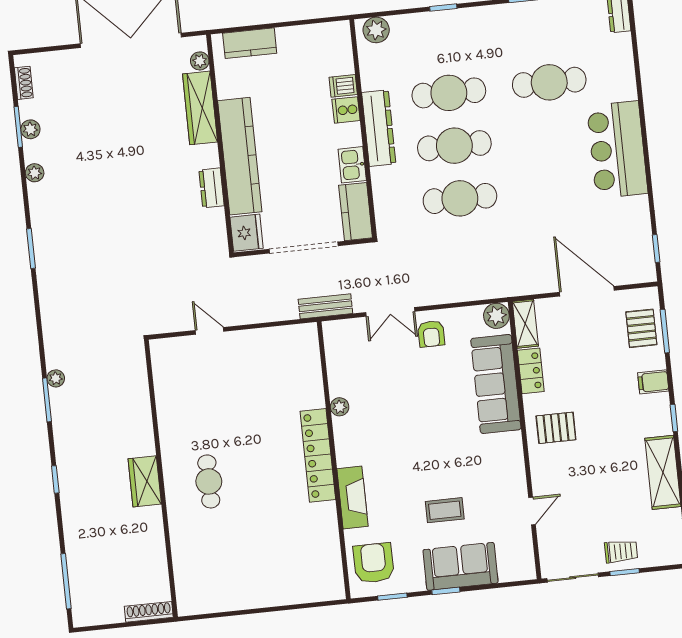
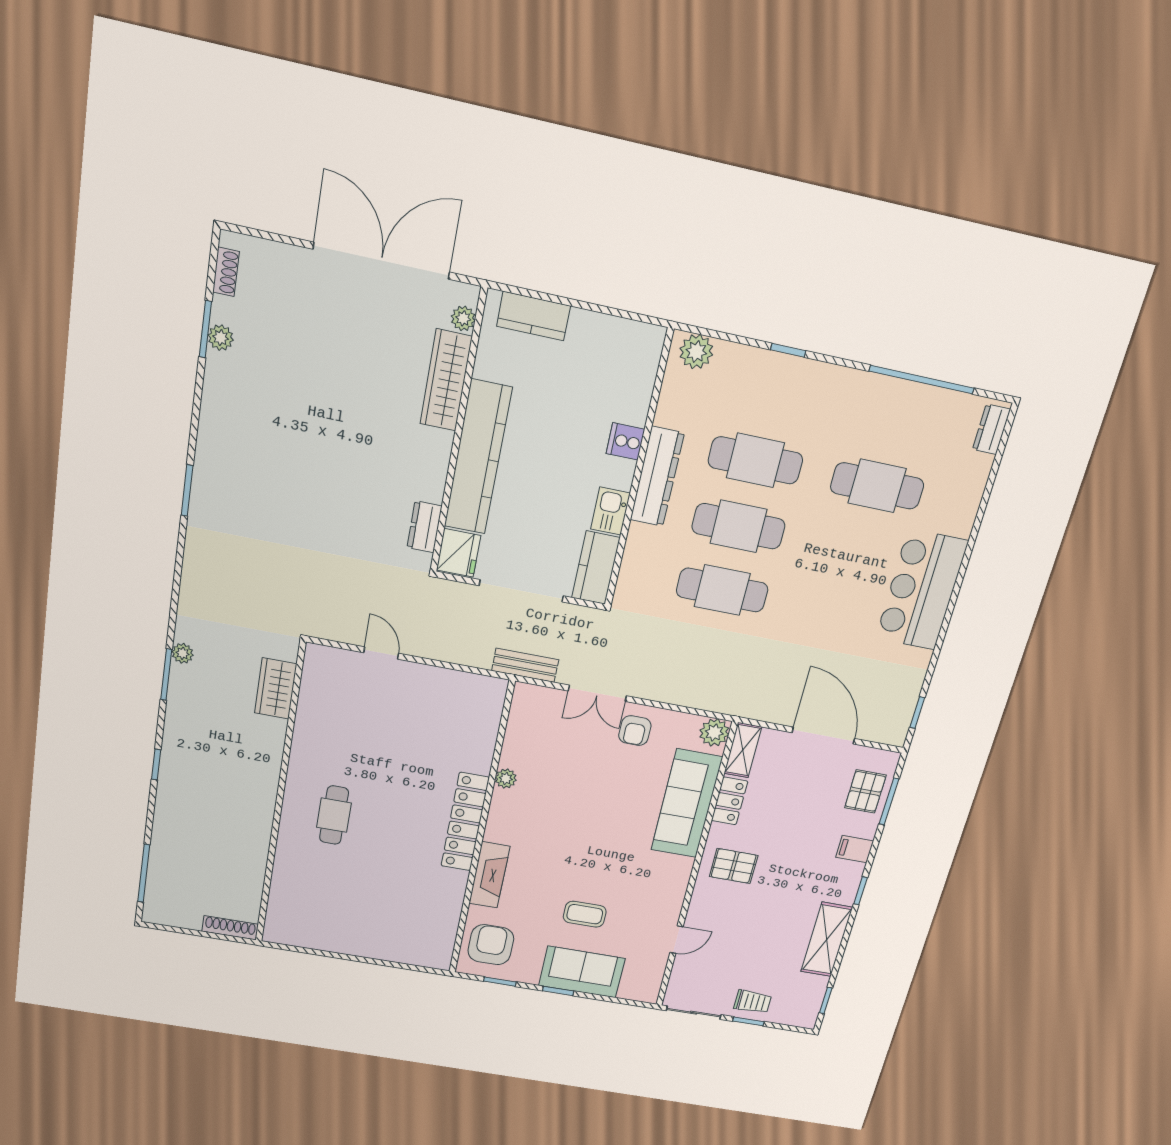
dishwasher: (343, 86) -> (632, 410), removed
plant: (35, 173) -> (213, 396), removed
dresser: (211, 188) -> (424, 527), moved
wardrobe: (145, 481) -> (276, 688), moved

